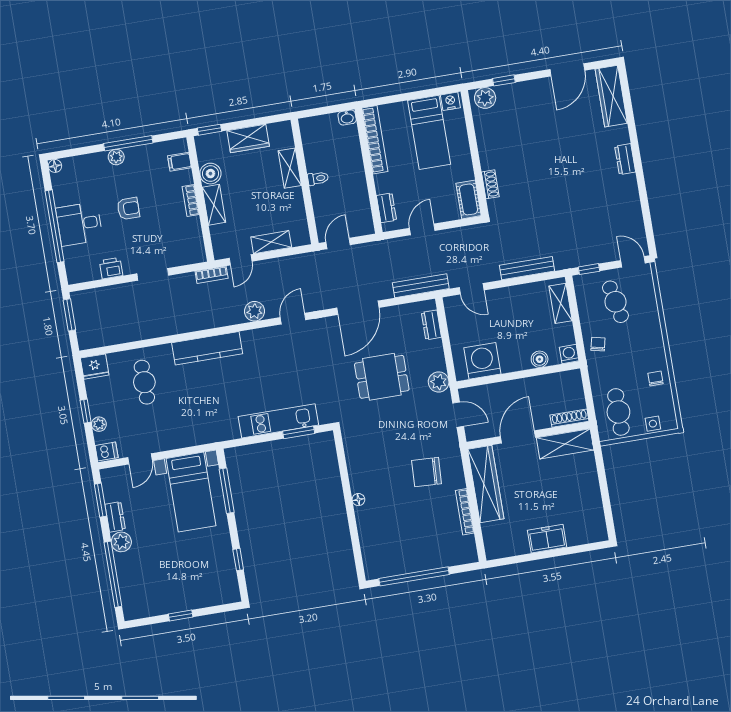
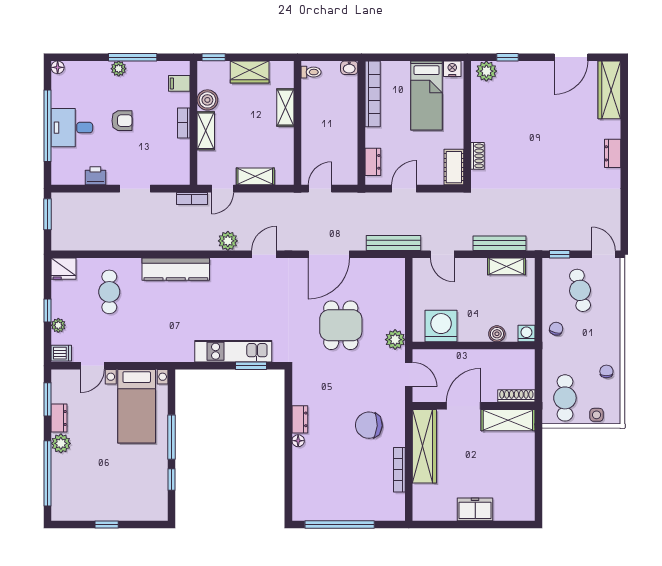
toilet: (318, 178) -> (311, 72), moved
shelving: (560, 303) -> (507, 266), moved, turned 90
dresser: (431, 325) -> (300, 419), moved, turned 180
dining table: (382, 377) -> (341, 325), turned 90
window: (227, 491) -> (172, 437), moved

